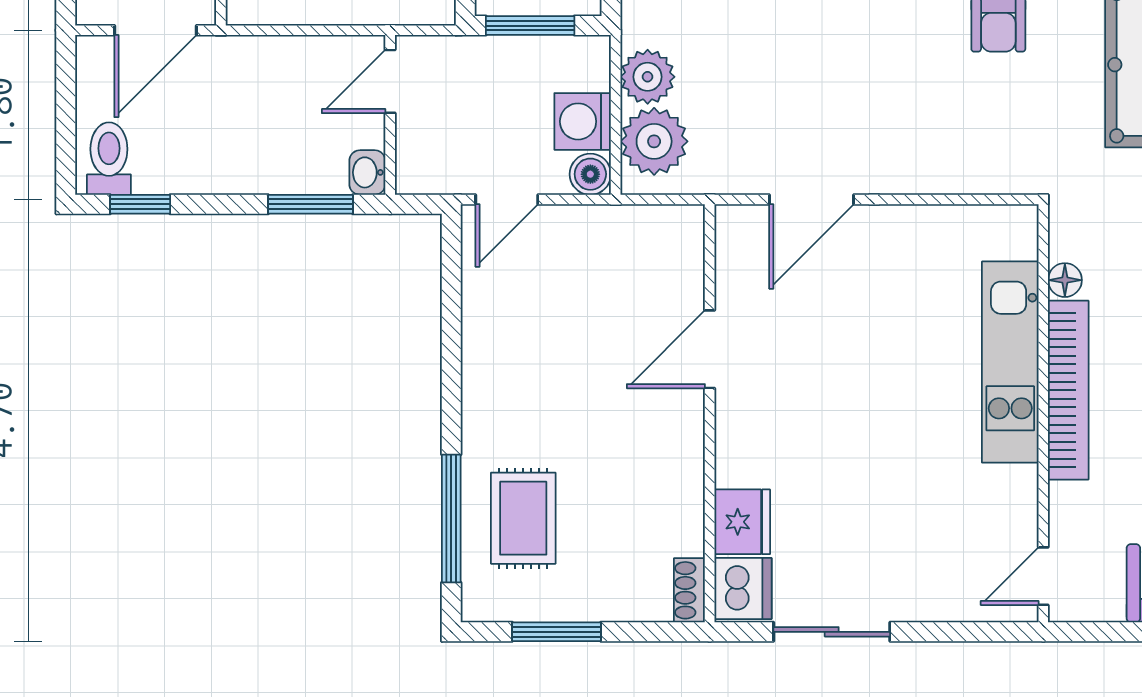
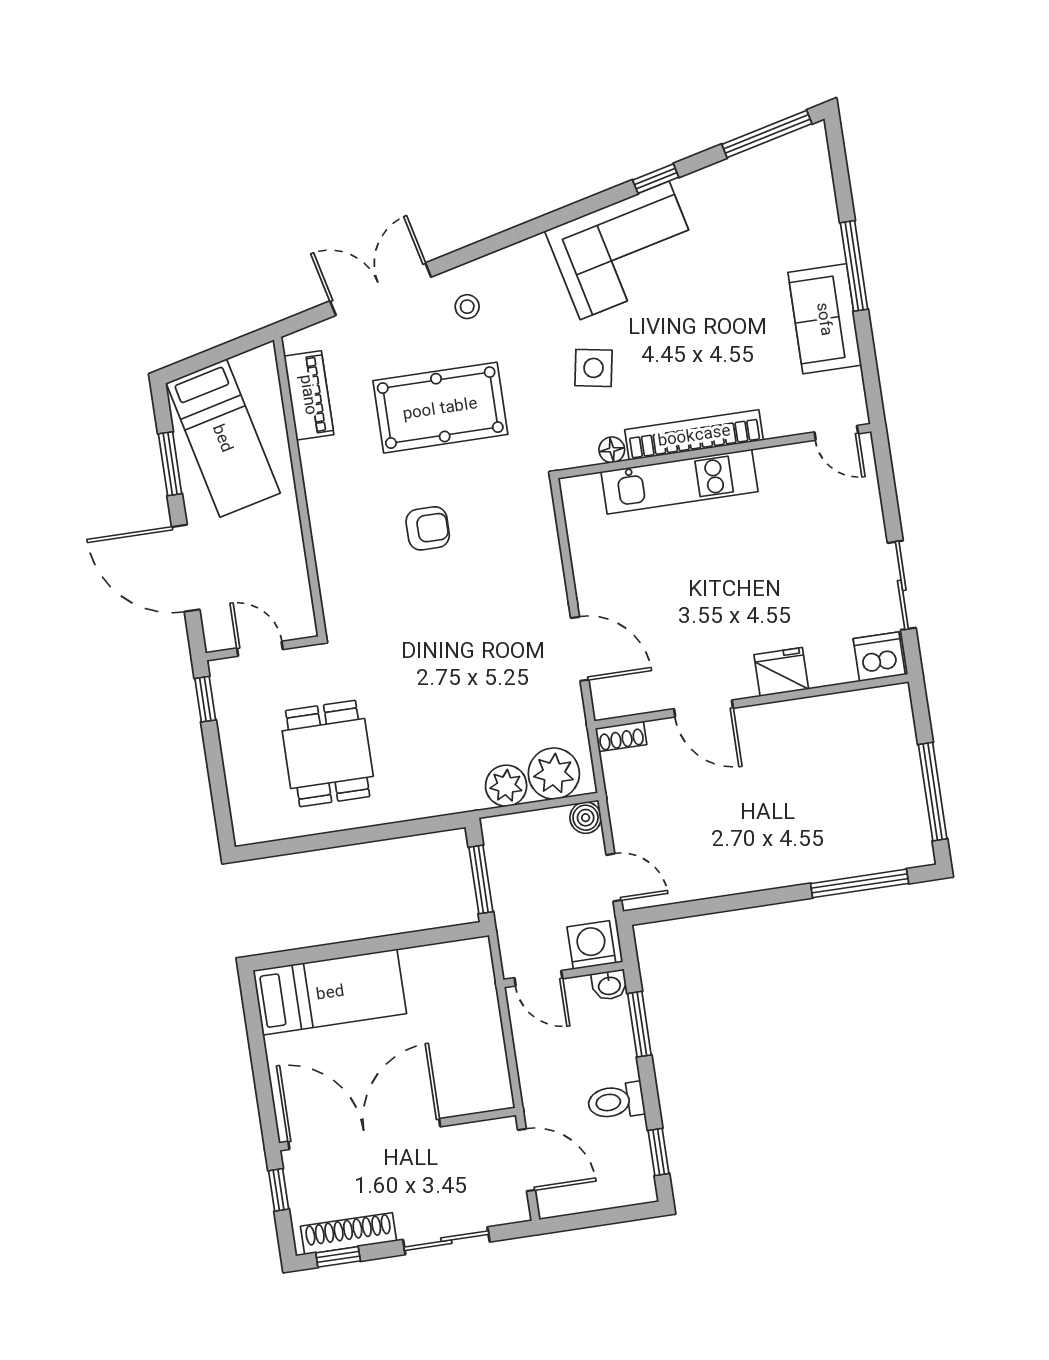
washing machine: (583, 121) -> (591, 945), moved, turned 180
toilet: (109, 159) -> (616, 1101), moved
rug: (523, 518) -> (851, 829), removed
fridge: (742, 522) -> (781, 672), moved
shoe rack: (689, 590) -> (621, 736), moved
window: (557, 632) -> (933, 792), width x1.44

